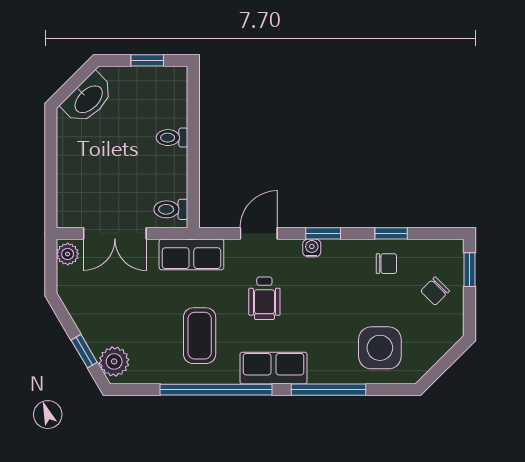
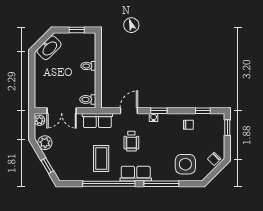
window: (391, 233) -> (203, 111), moved
chair: (435, 291) -> (214, 159), moved
plant: (114, 361) -> (45, 143), moved

